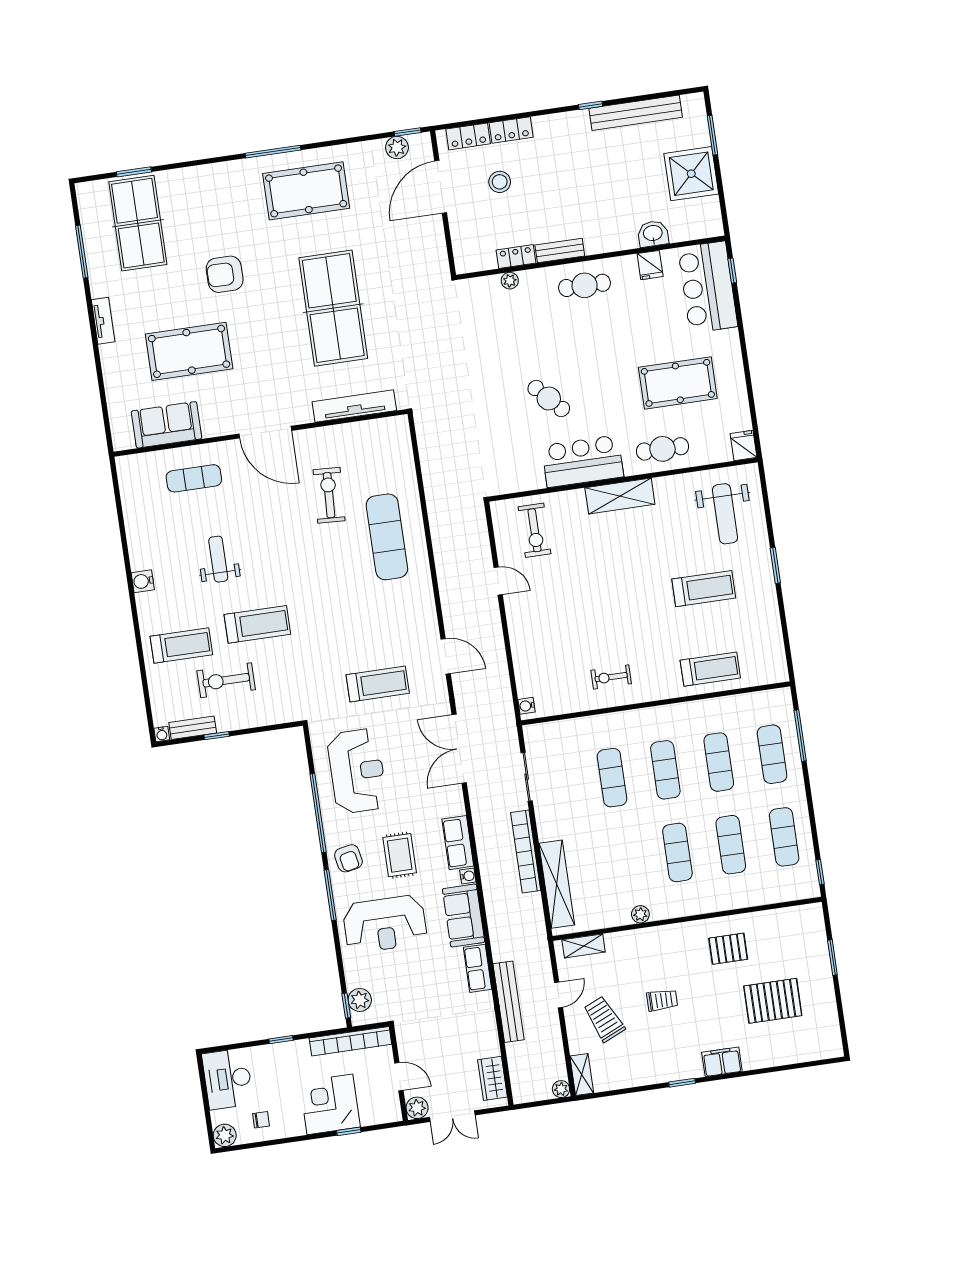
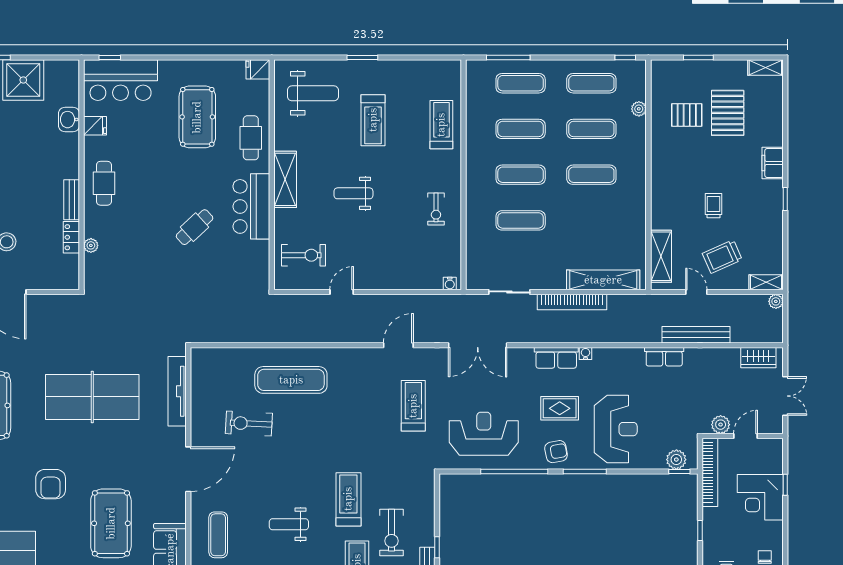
weight bench: (615, 578) -> (353, 193), added
treadmill: (704, 589) -> (373, 120), turned 180
plant: (640, 914) -> (639, 109), moved
sofa: (464, 916) -> (618, 362), removed
shelving: (584, 946) -> (661, 256), width x1.50, depth x1.33
pallet: (728, 949) -> (687, 115), moved, turned 90
shelving: (832, 1037) -> (765, 68), added
plant: (417, 1108) -> (721, 425), moved

